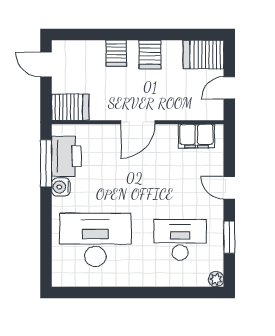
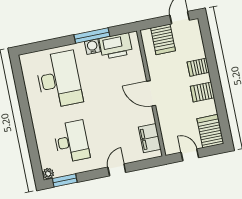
server rack: (70, 107) -> (163, 39), moved
window: (46, 163) -> (92, 36), moved
window: (229, 237) -> (65, 180), moved

